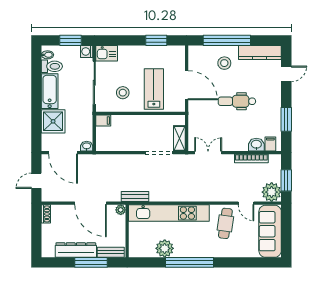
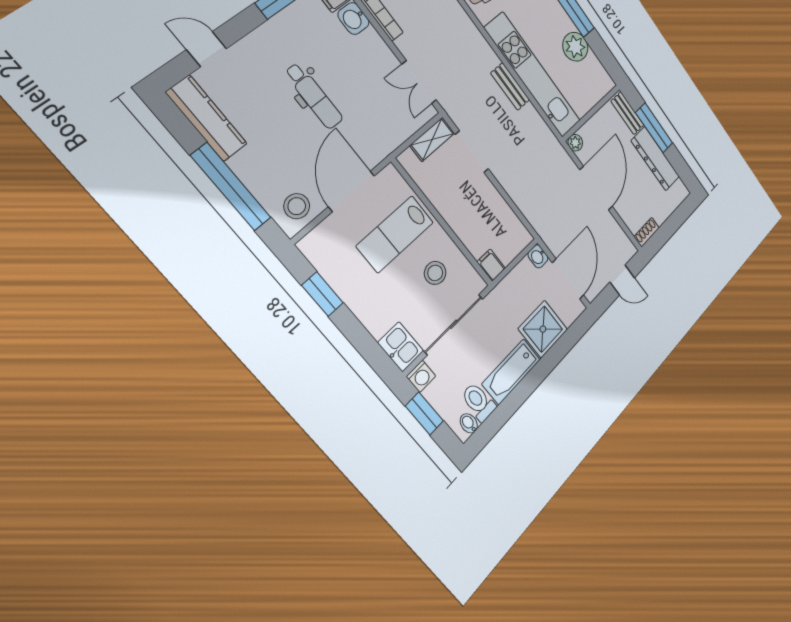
stool: (224, 63) -> (297, 206), moved
bench: (135, 196) -> (510, 86), moved

